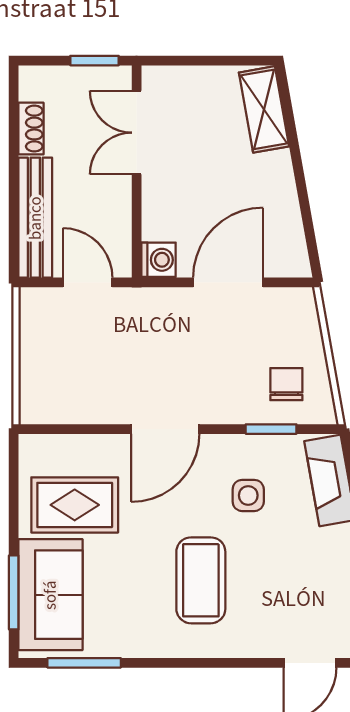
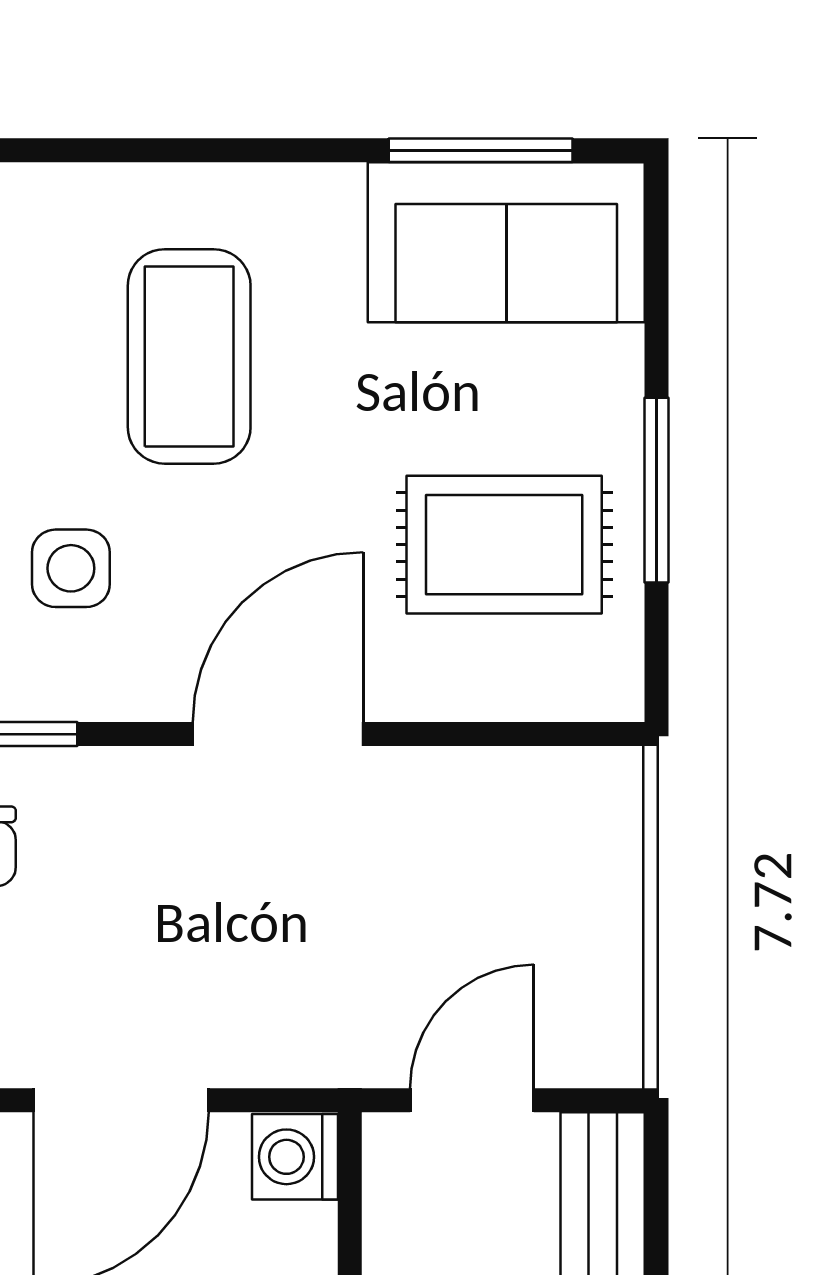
door: (88, 282) -> (472, 1100), swing flipped
window: (14, 592) -> (656, 490), moved
sofa: (50, 595) -> (506, 242), moved, turned -90

